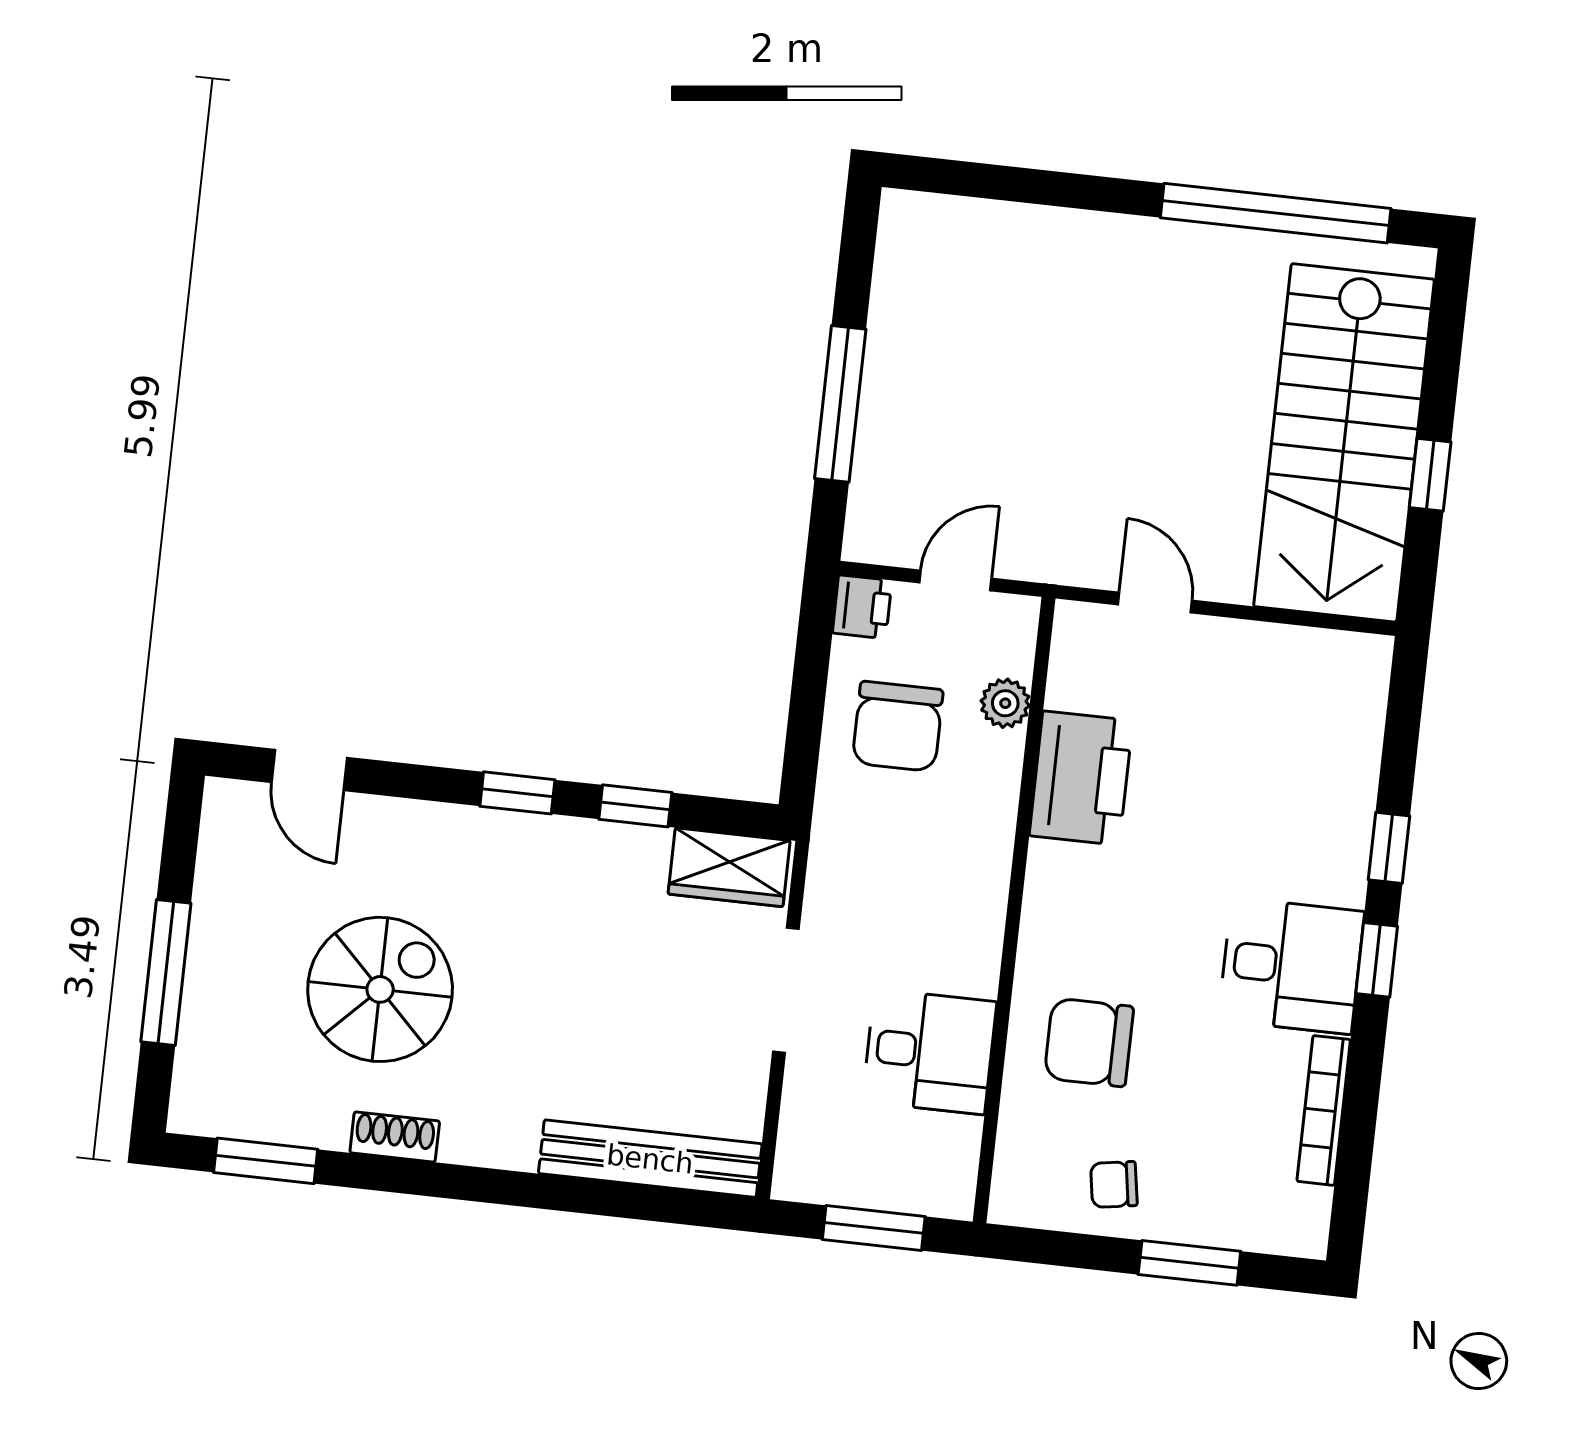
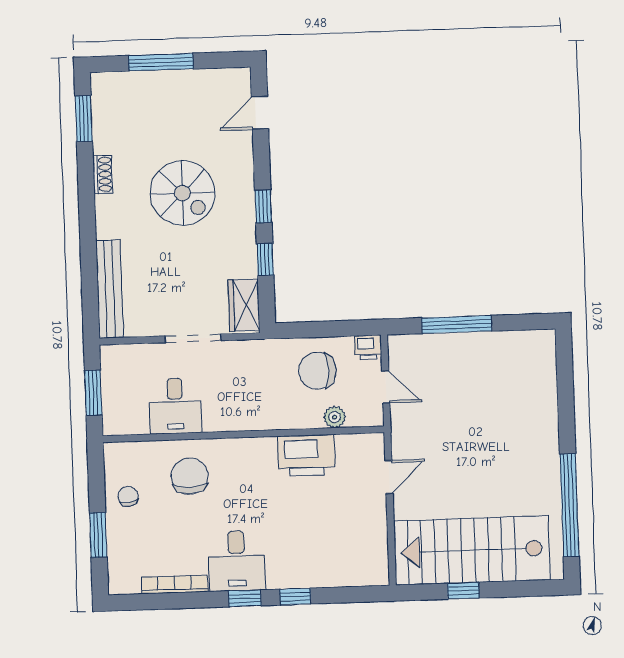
spiral stairs: (380, 989) -> (182, 193), moved

